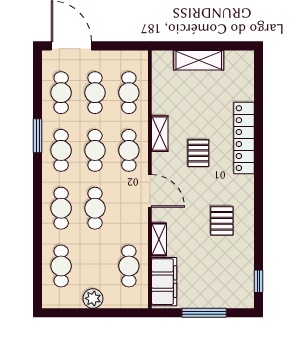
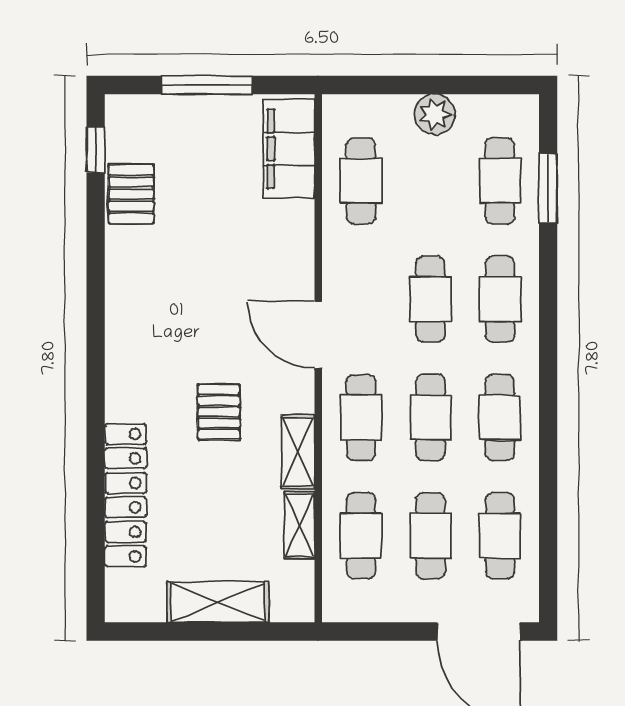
window: (38, 136) -> (548, 188), moved
locker: (244, 138) -> (126, 495), moved
pallet: (222, 221) -> (131, 194), moved
shelving: (159, 239) -> (299, 525), moved

